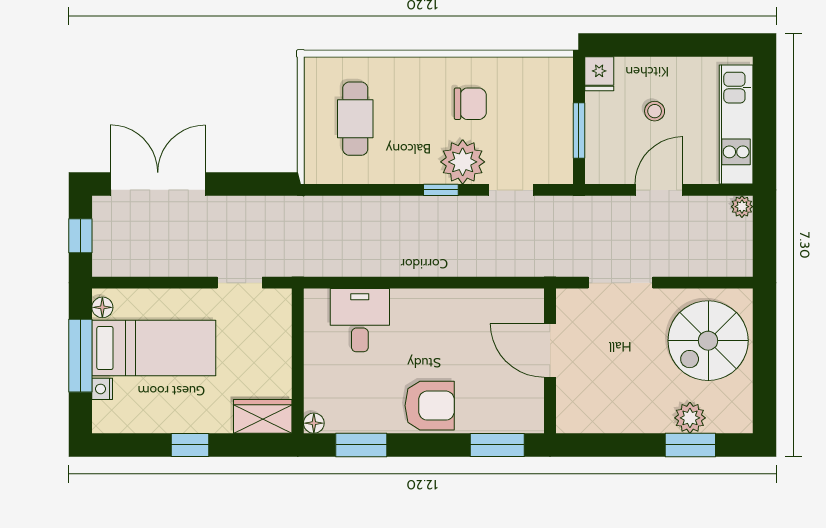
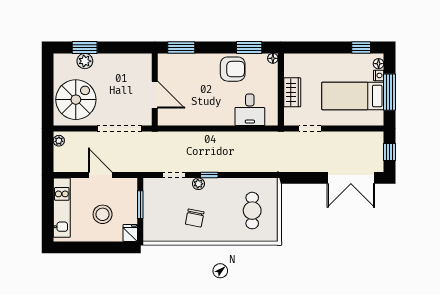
chair: (470, 104) -> (195, 218), turned -79
stool: (655, 111) -> (103, 214), width x1.89, depth x1.89
plant: (463, 162) -> (198, 184), width x0.53, depth x0.53
door: (659, 190) -> (100, 175), swing flipped
plant: (742, 207) -> (59, 141), moved
doorway: (621, 283) -> (120, 129), width x1.36
floor lamp: (102, 307) -> (379, 64), moved
armchair: (430, 406) -> (233, 69), moved, turned 180
wardrobe: (263, 416) -> (292, 92), moved, turned -90
window: (190, 445) -> (361, 47), moved

